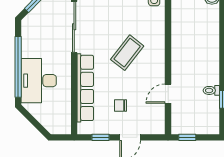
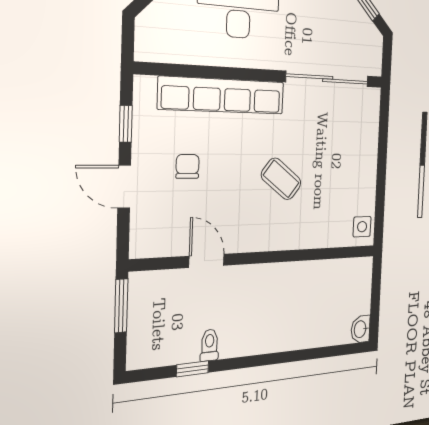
coffee table: (127, 53) -> (281, 179), width x0.73, depth x0.77
window: (187, 137) -> (121, 306), width x1.50

